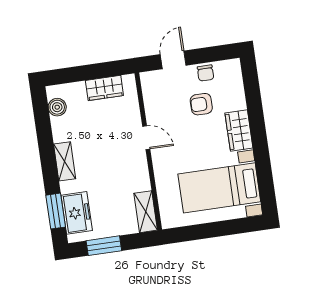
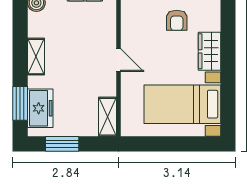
armchair: (201, 104) -> (177, 20), turned -90
door: (146, 138) -> (119, 60), moved

